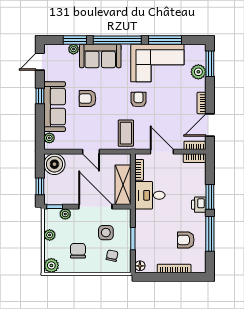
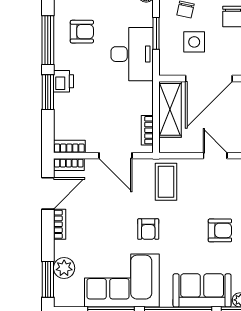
desk: (150, 195) -> (132, 54), moved, width x1.37
door: (95, 207) -> (209, 79), hinge flipped

